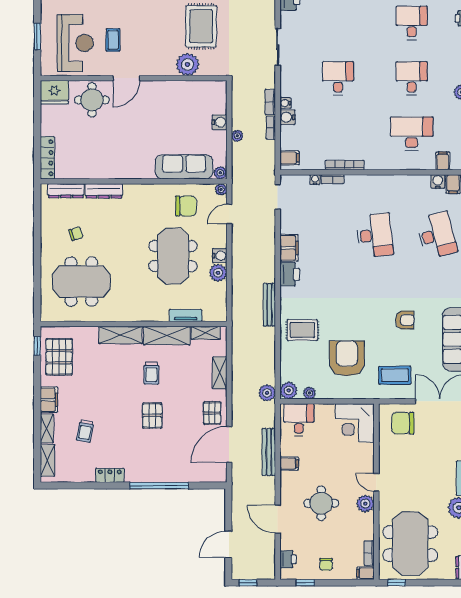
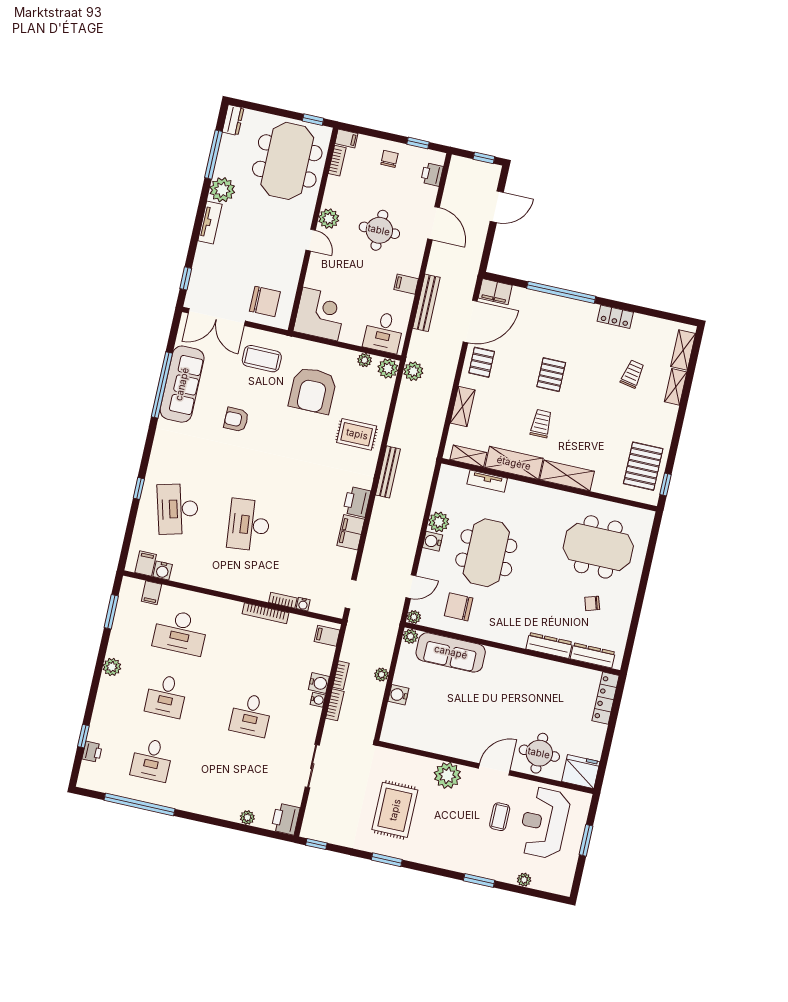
plant: (188, 64) -> (447, 775), moved
filing cabinet: (49, 400) -> (495, 292), moved, turned -90

